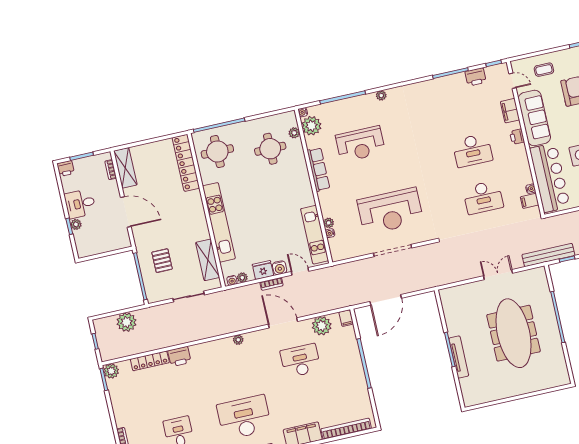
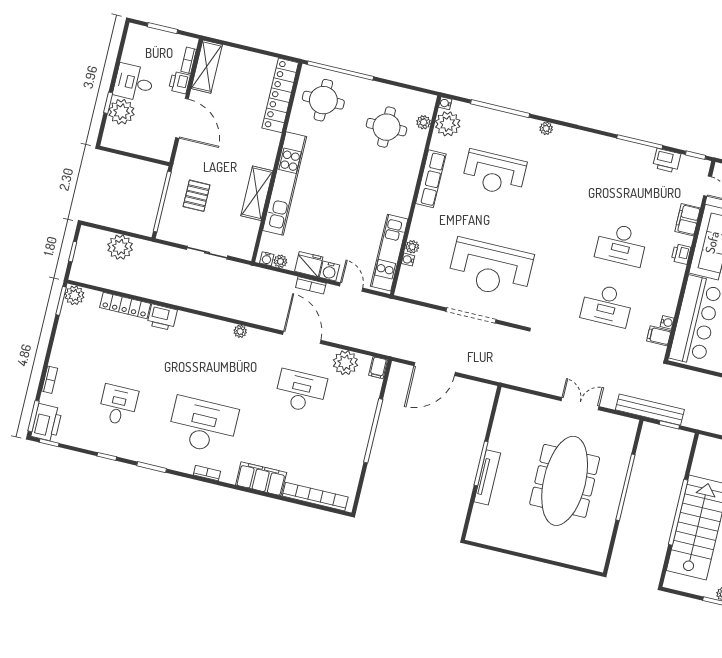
printer: (66, 168) -> (179, 83), moved, turned 90
plant: (76, 224) -> (121, 112), width x1.88, depth x1.88
shelving: (208, 260) -> (257, 193), moved

